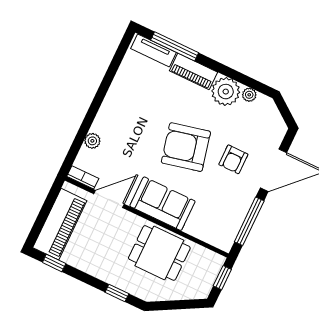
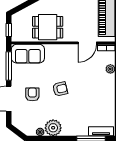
piano: (193, 71) -> (75, 130), removed
armchair: (186, 147) -> (60, 89), width x0.53, depth x0.53
sofa: (162, 204) -> (28, 54), moved

